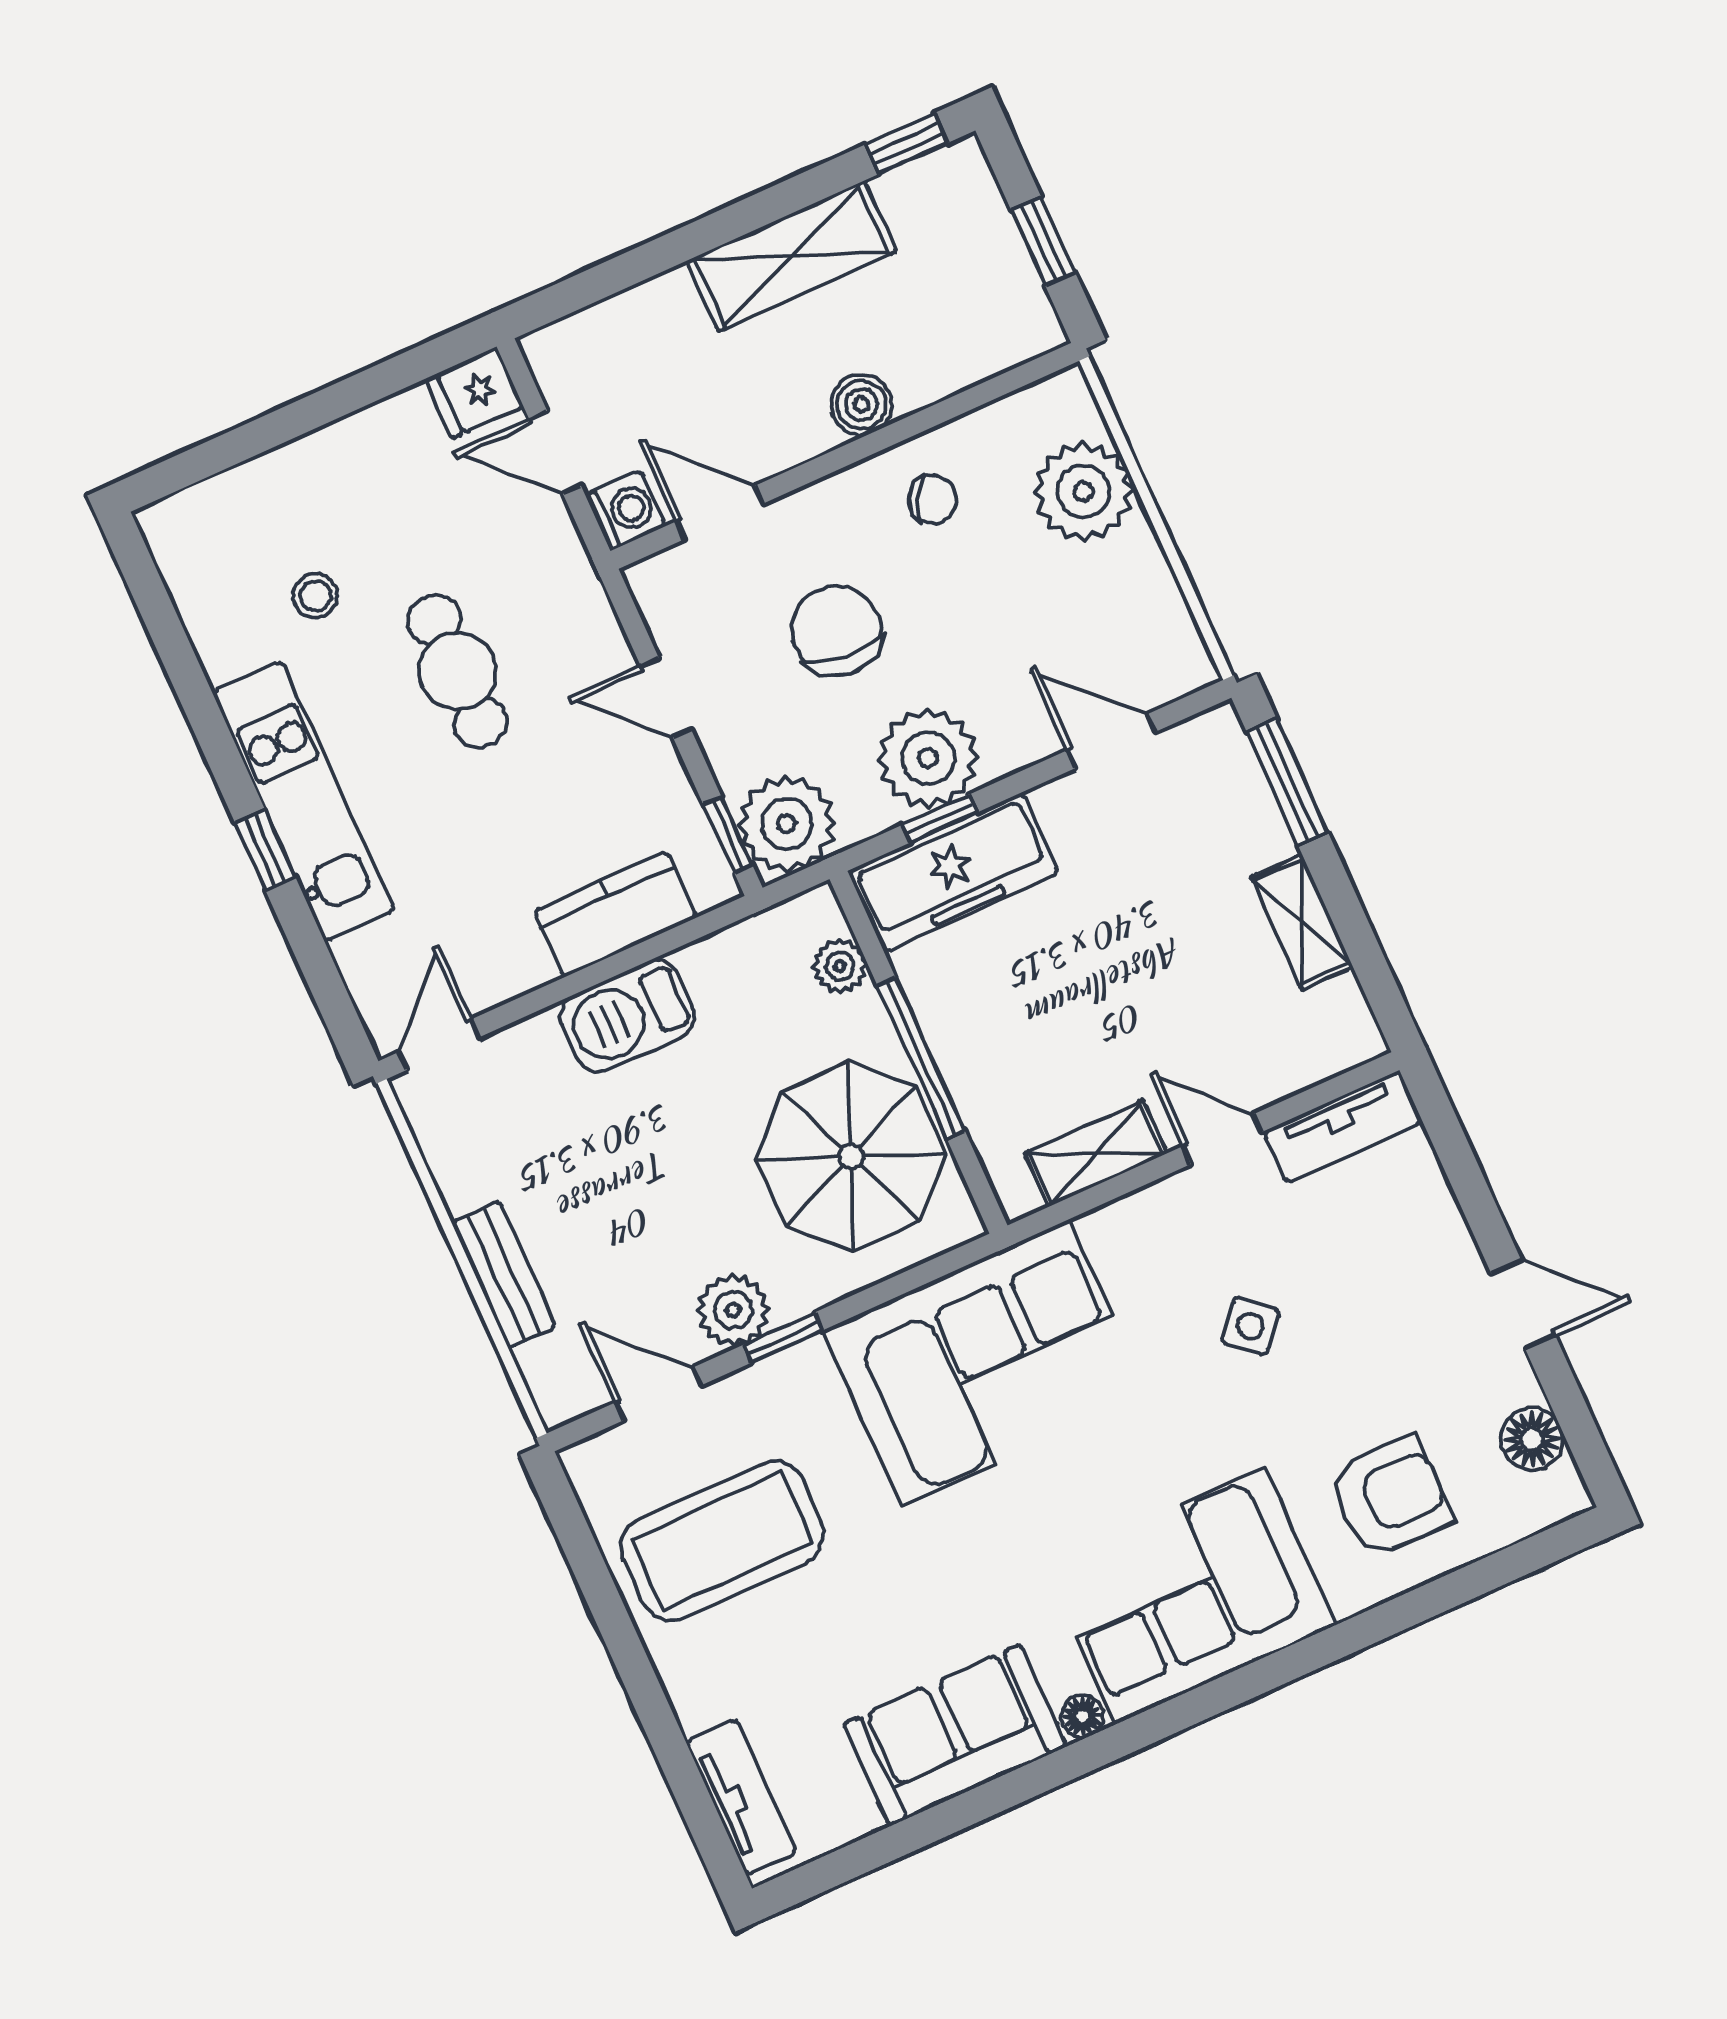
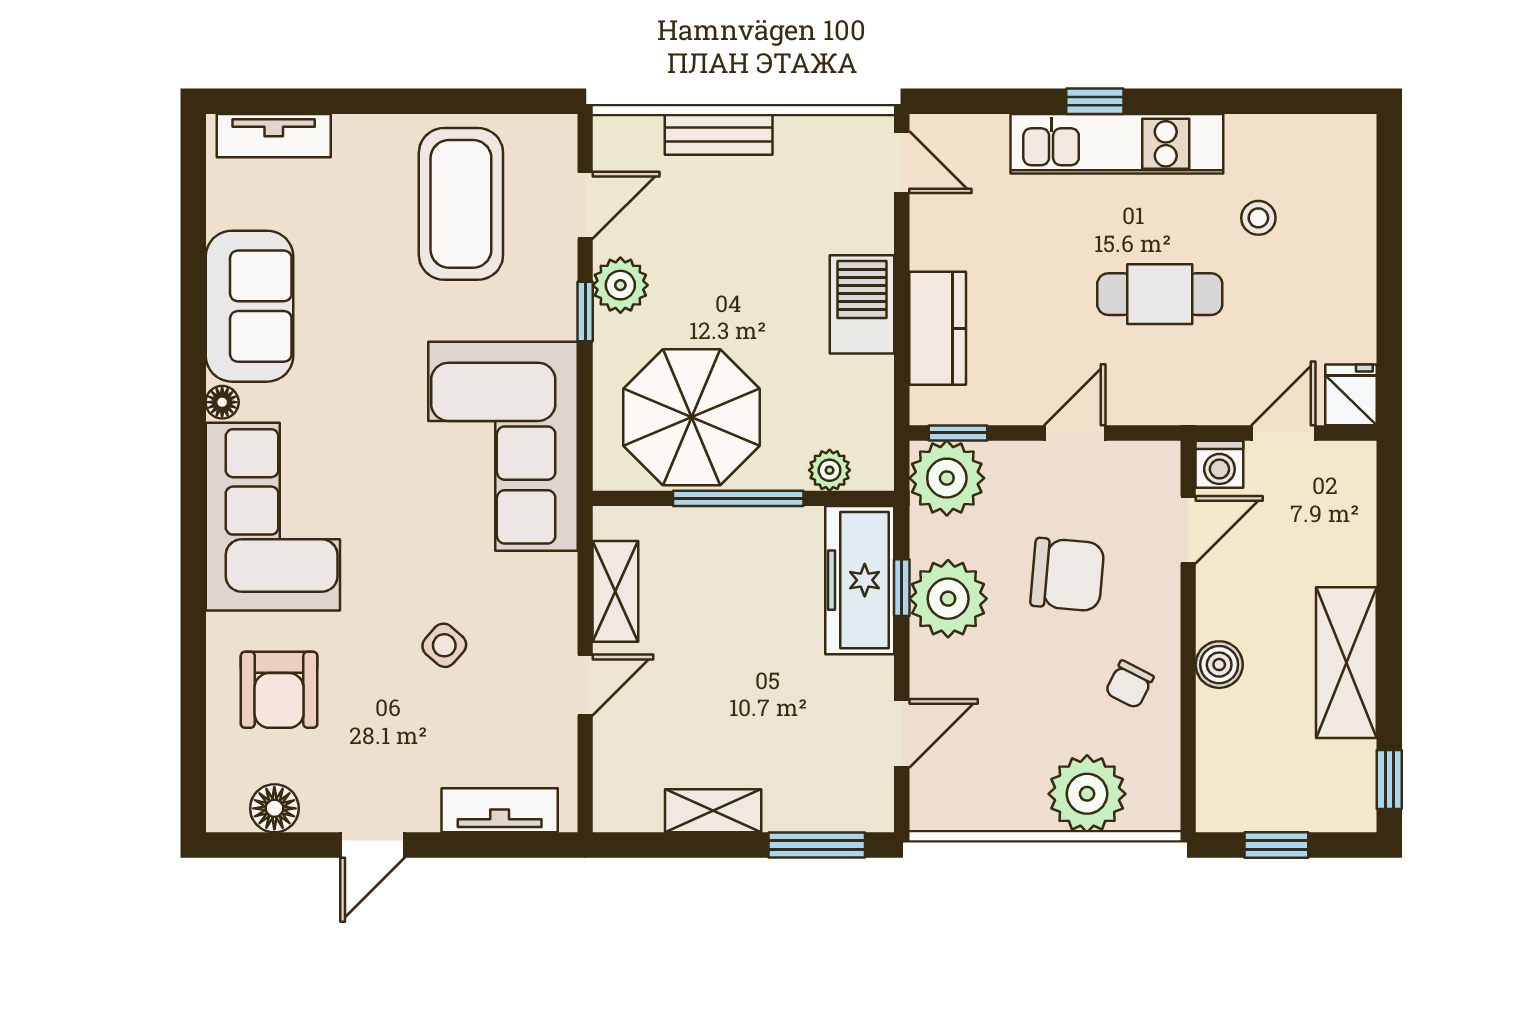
tv unit: (1343, 1127) -> (500, 810), moved, turned 90

